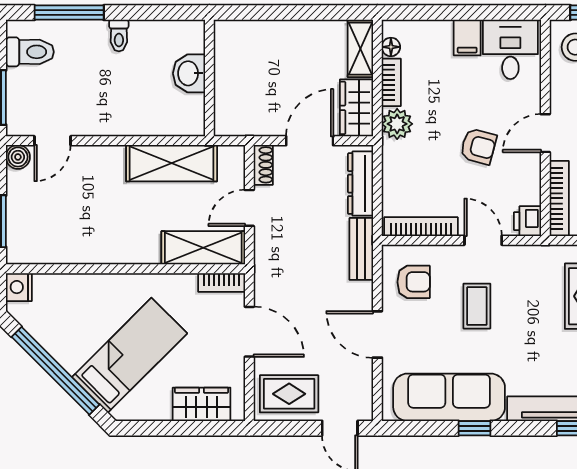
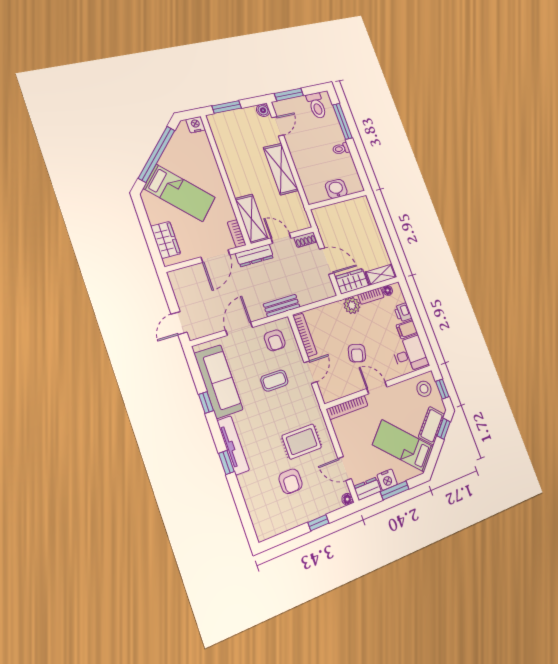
door: (52, 141) -> (278, 126), swing flipped
shelving: (172, 163) -> (281, 169), moved
dresser: (361, 184) -> (255, 256), moved, turned 180
printer: (528, 221) -> (403, 312), moved, turned -90
rug: (289, 394) -> (189, 288), removed

